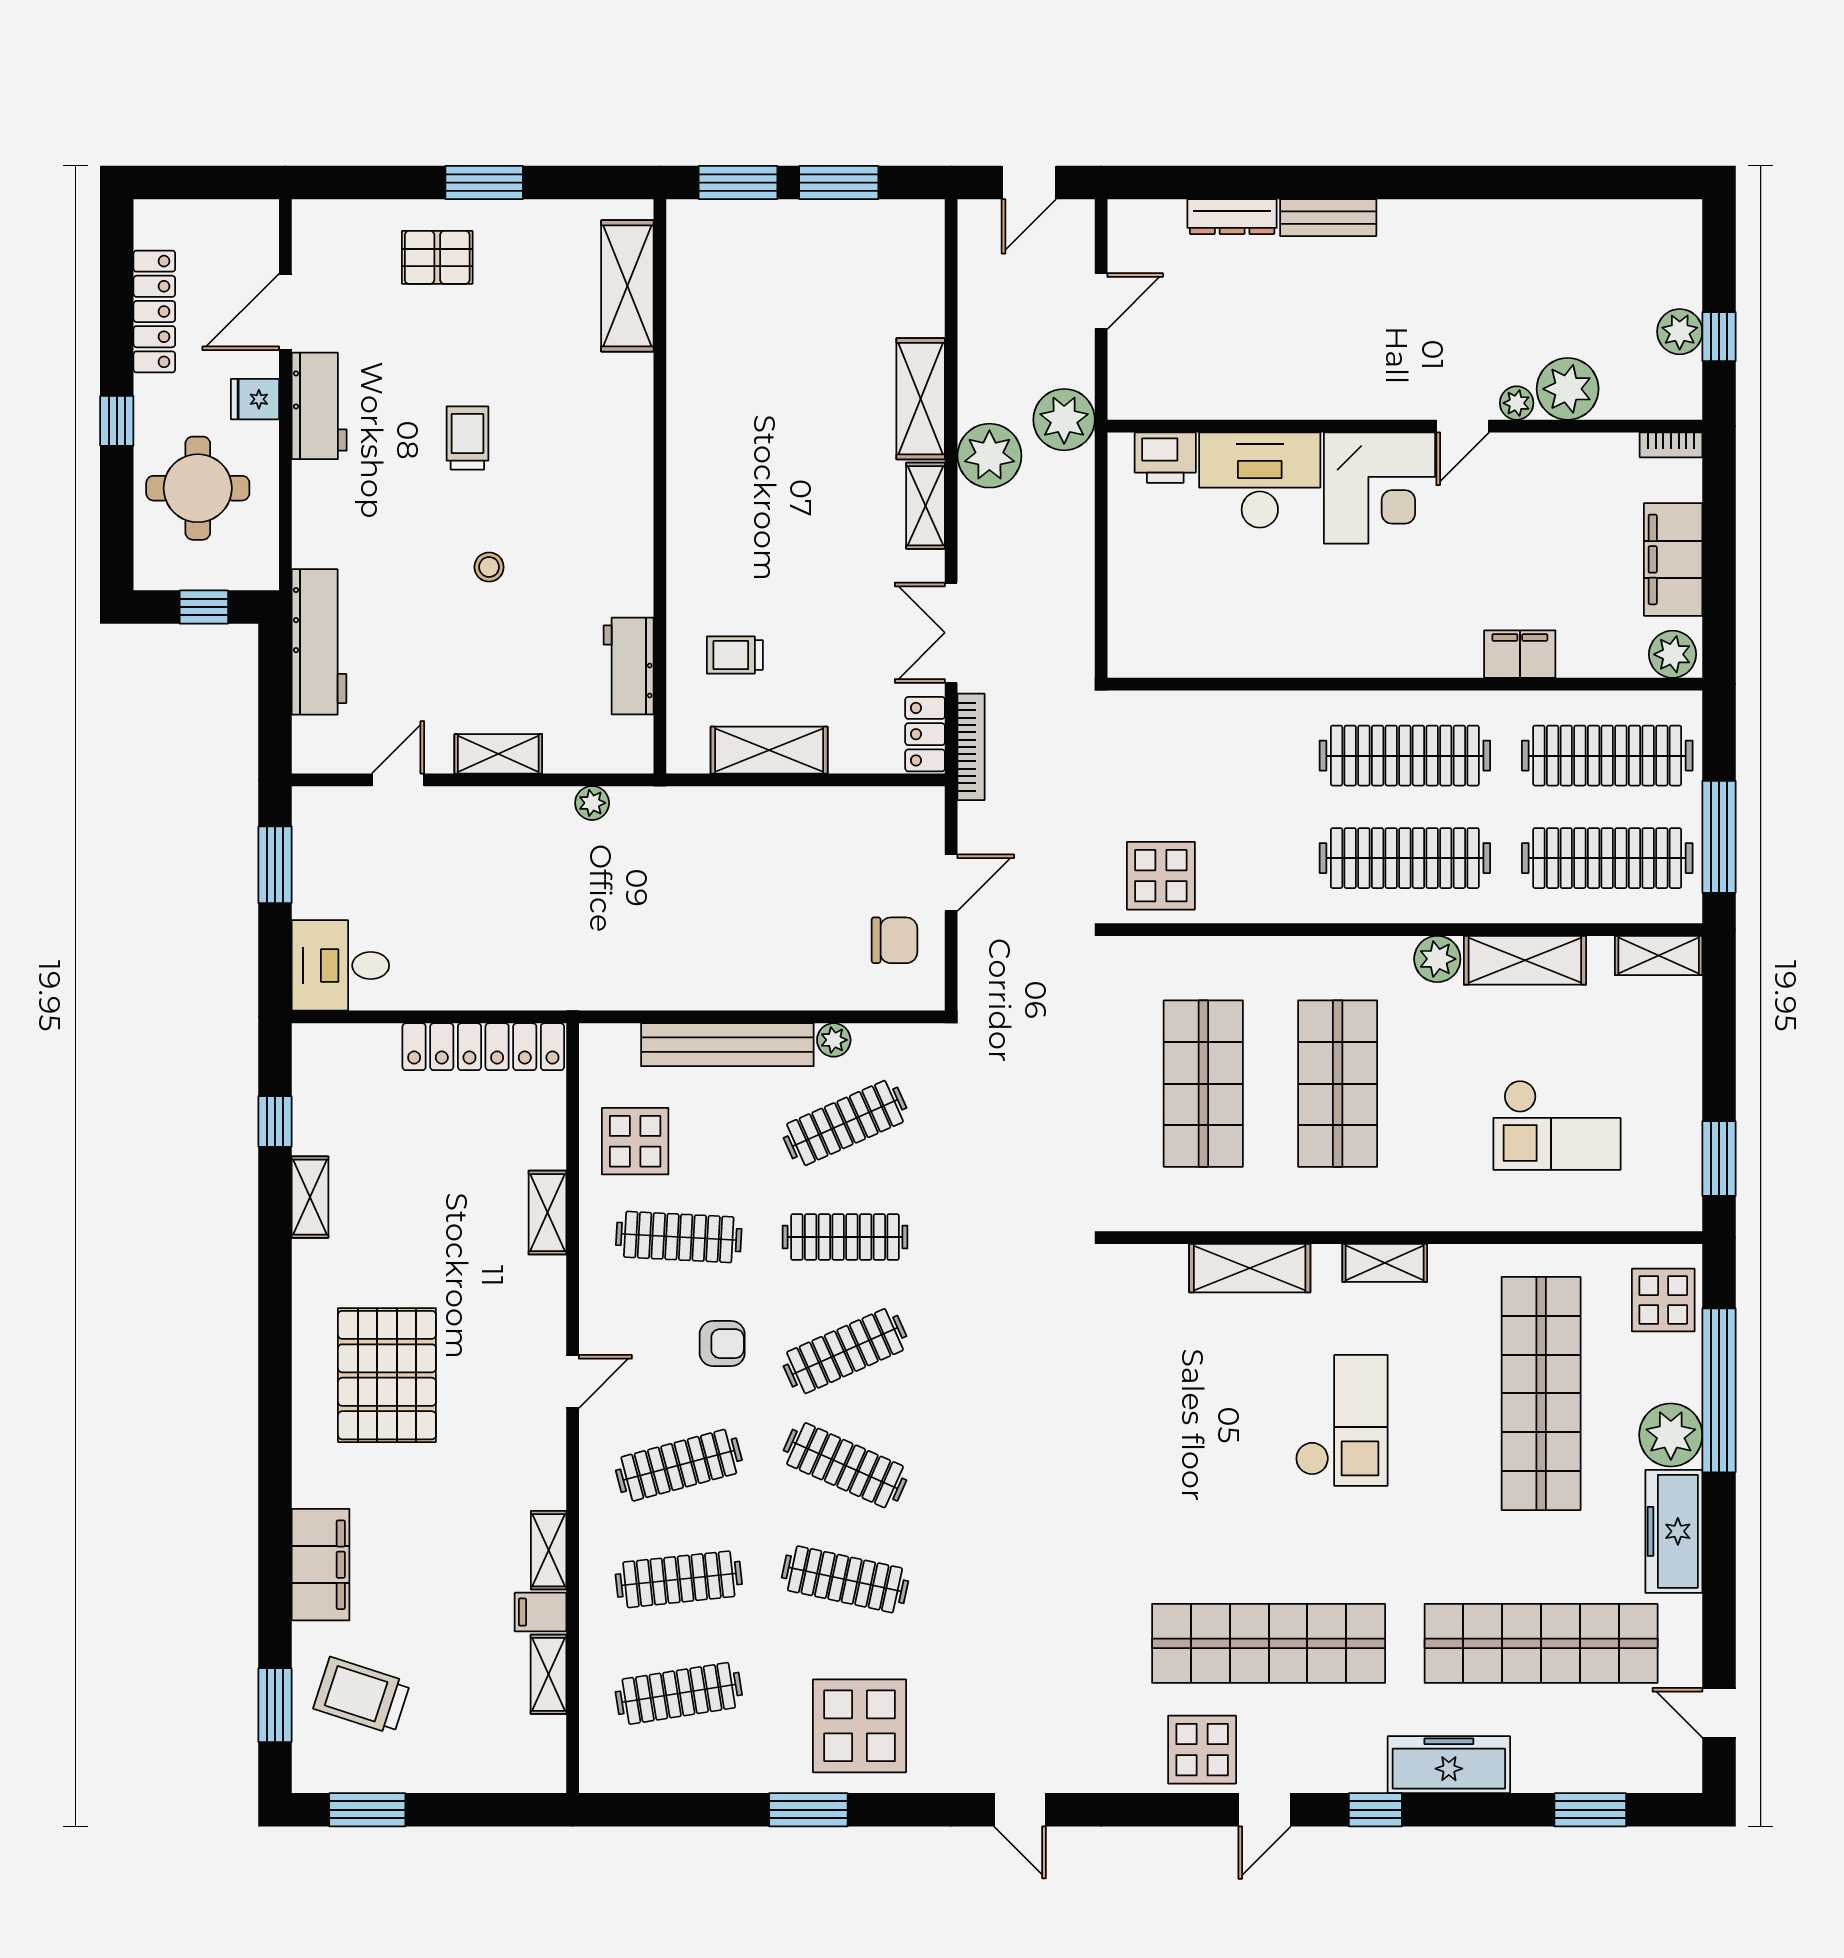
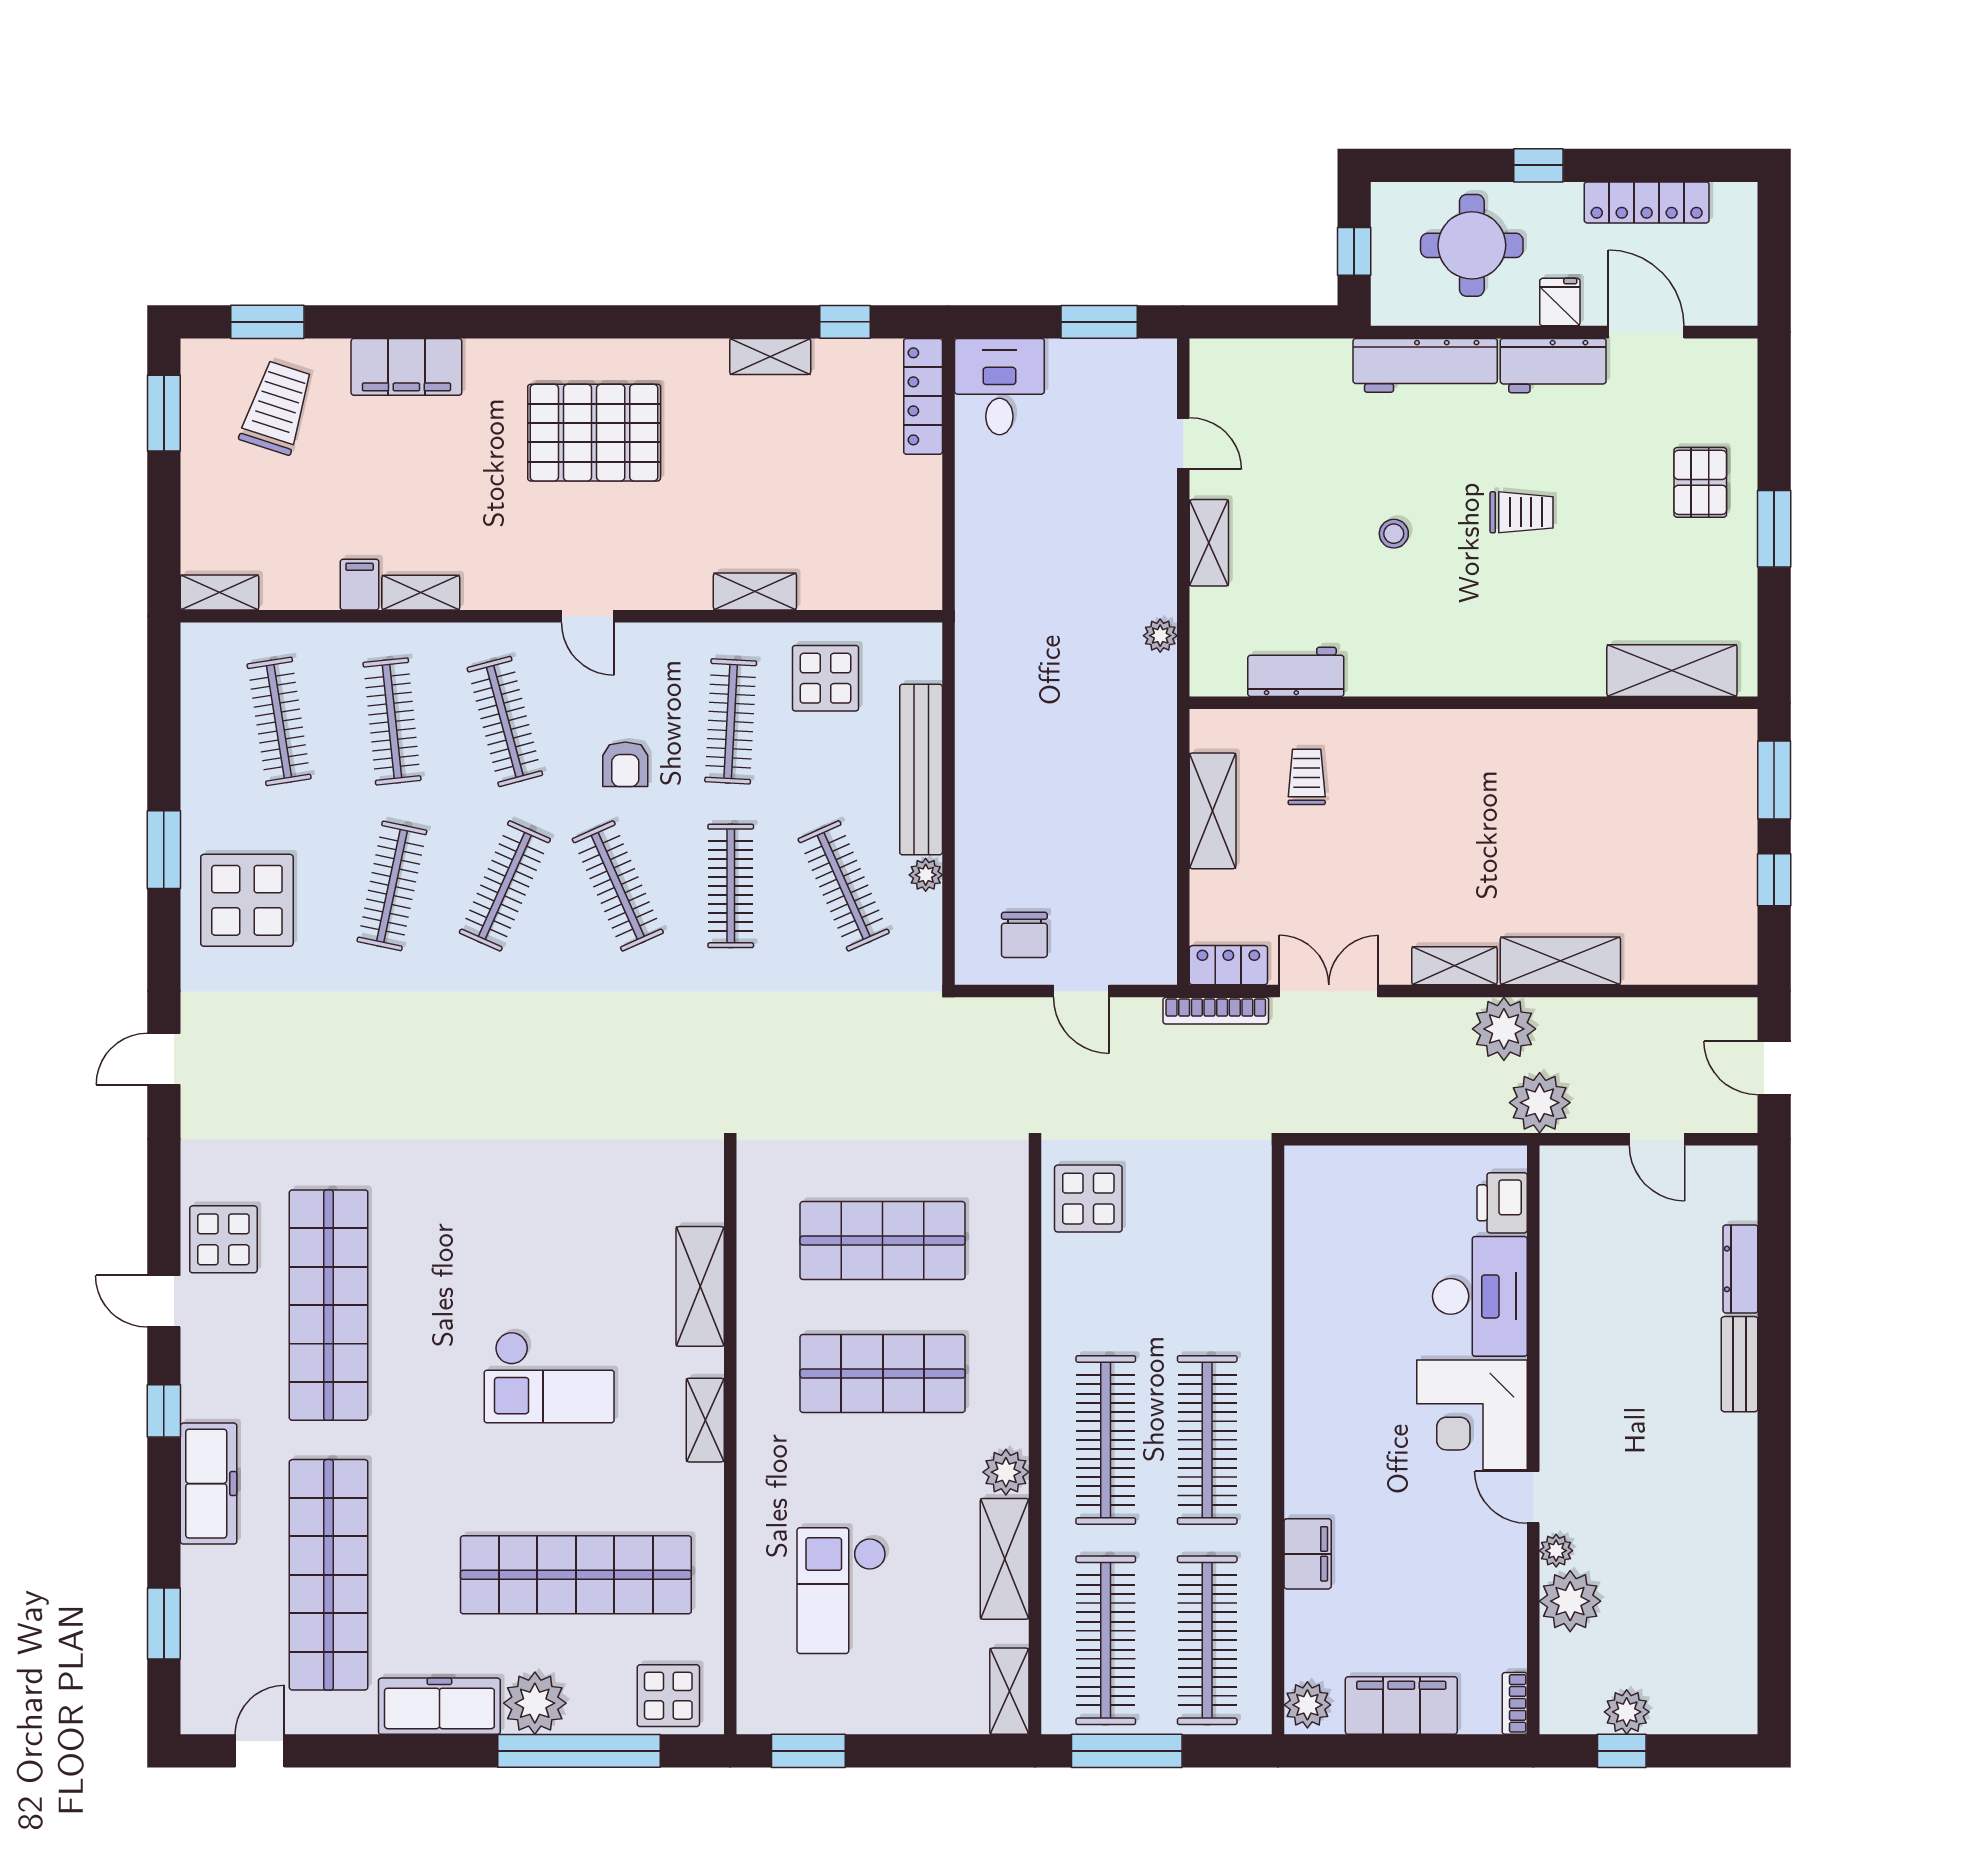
window: (839, 183) -> (1774, 880), width x0.67
workbench: (319, 642) -> (1425, 365), moved
locker: (483, 1047) -> (923, 396), moved, width x0.71, depth x0.83
shelving: (548, 1674) -> (220, 592), moved

